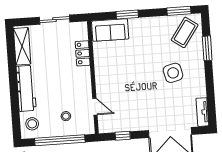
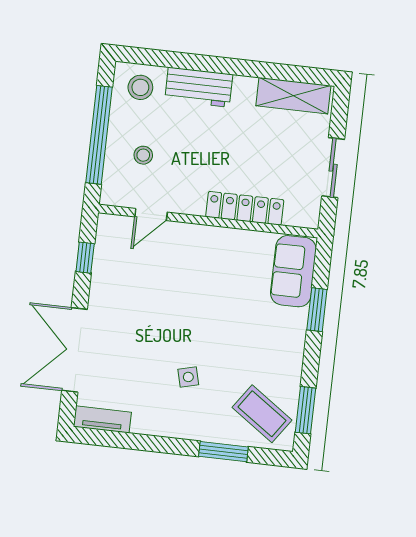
locker: (83, 53) -> (245, 208), width x1.53
side table: (173, 73) -> (188, 377), width x0.54, depth x0.54
workbench: (26, 88) -> (199, 87), width x0.73

